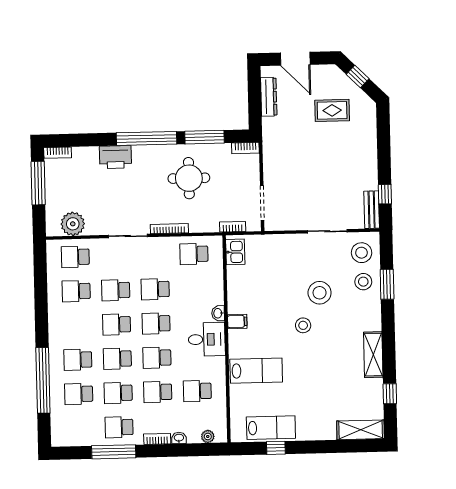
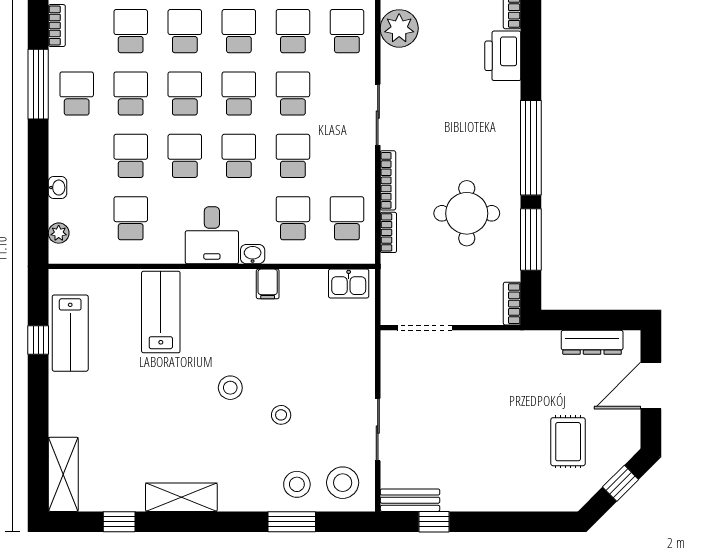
printer: (115, 157) -> (503, 56), moved
bookcase: (233, 227) -> (388, 232), moved
school desk: (195, 288) -> (293, 218), added
stool: (320, 293) -> (281, 415), width x0.53, depth x0.53
filing cabinet: (237, 322) -> (268, 284), moved
school desk: (77, 325) -> (239, 31), added
lab bench: (256, 371) -> (161, 312), turned 180
bookcase: (157, 439) -> (57, 26), moved

